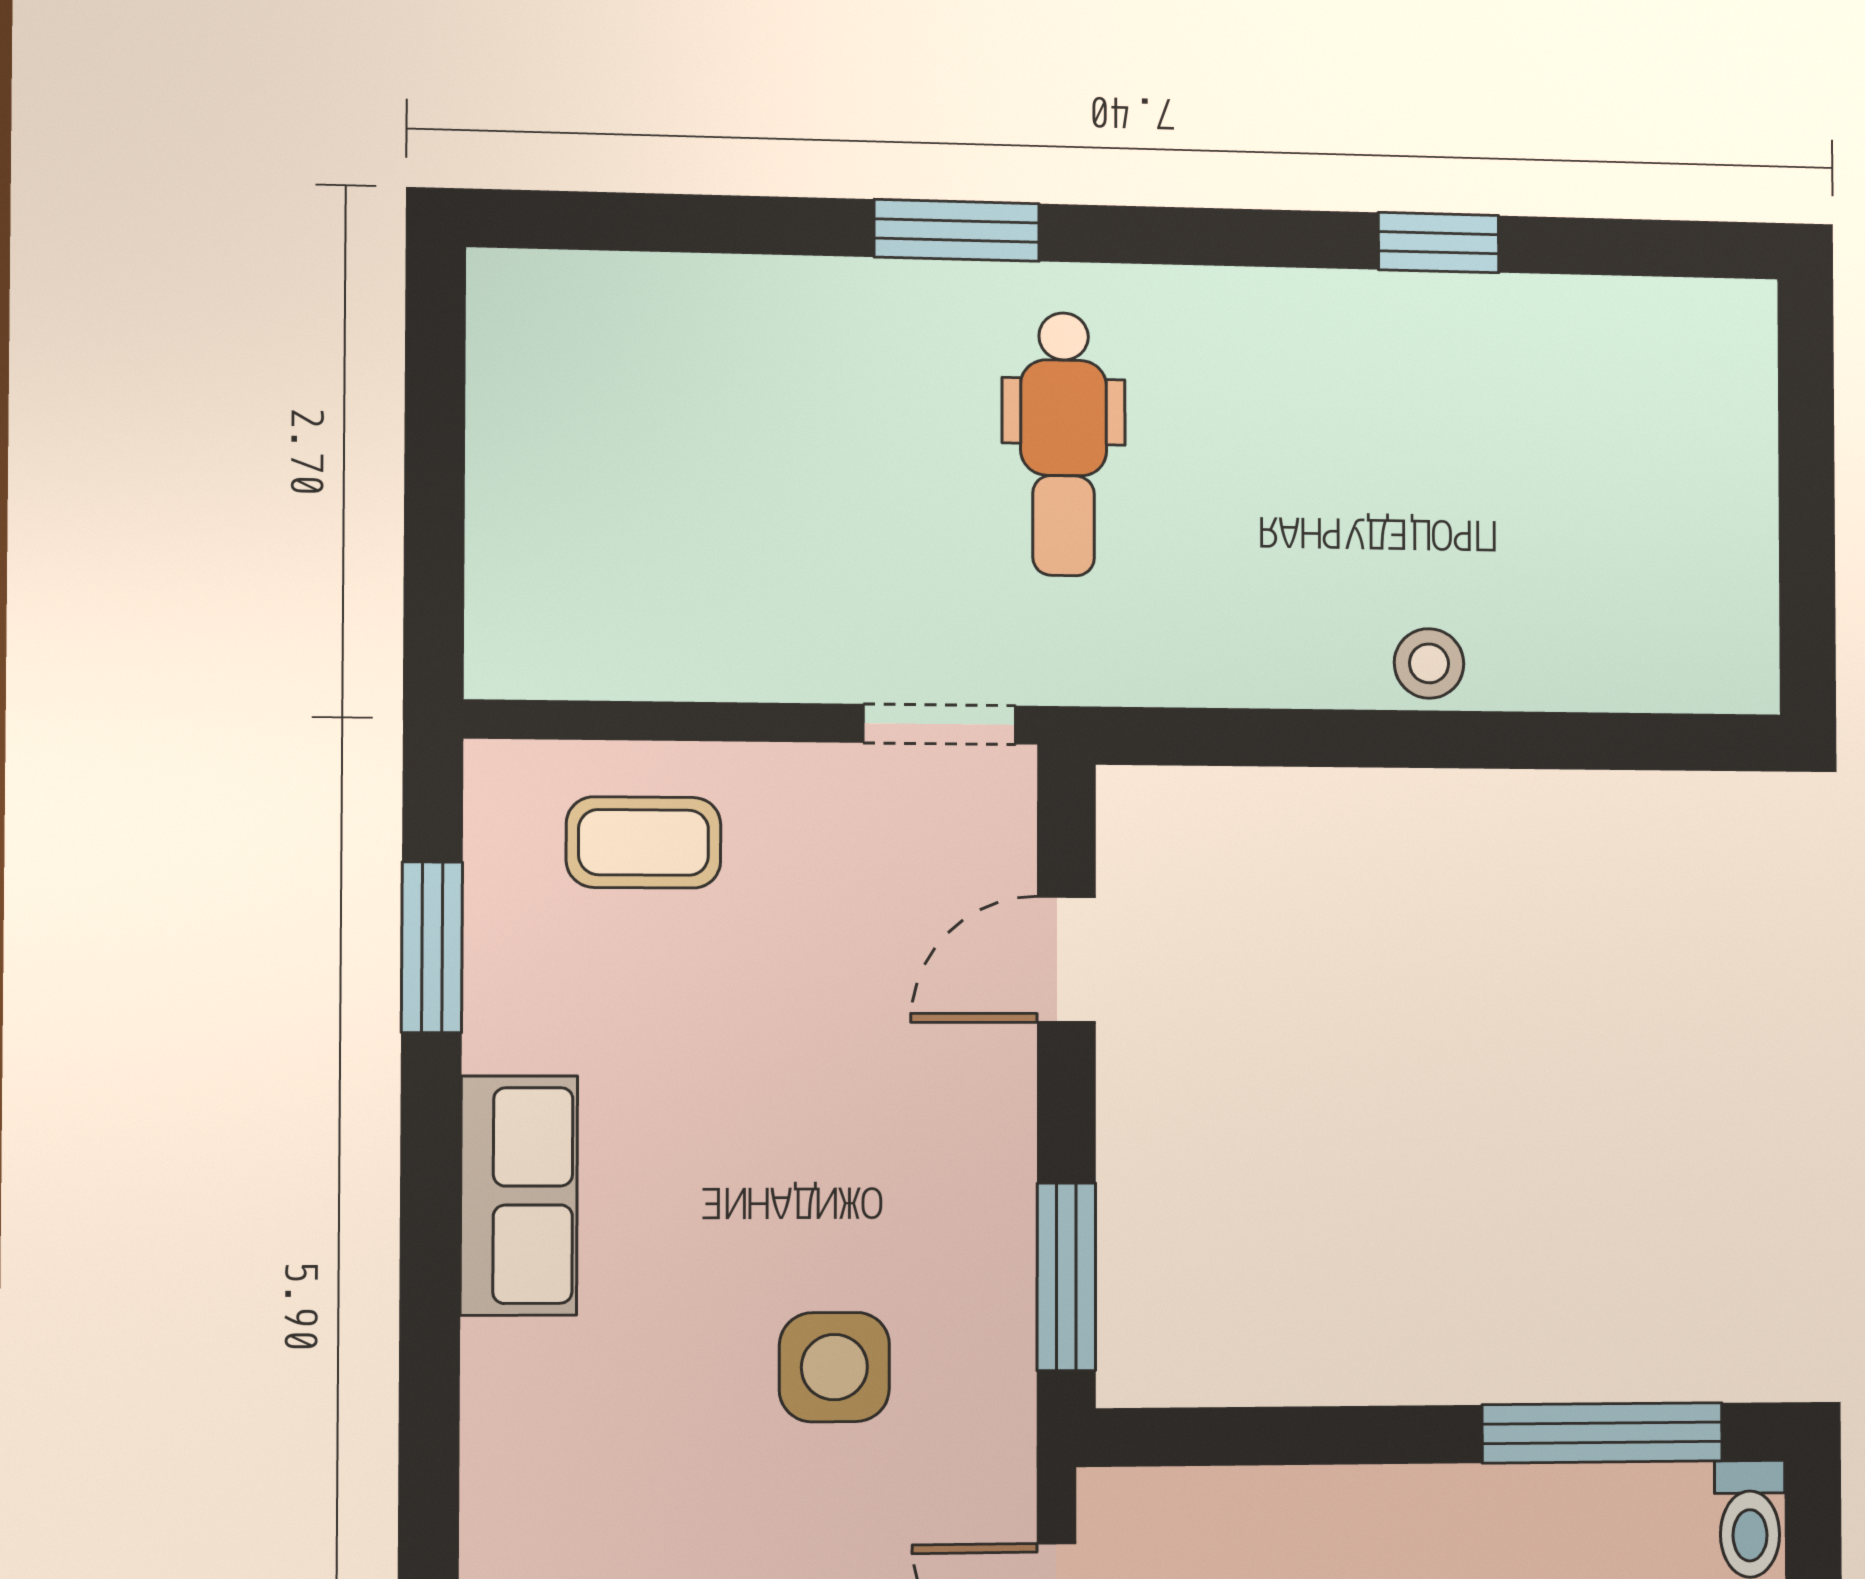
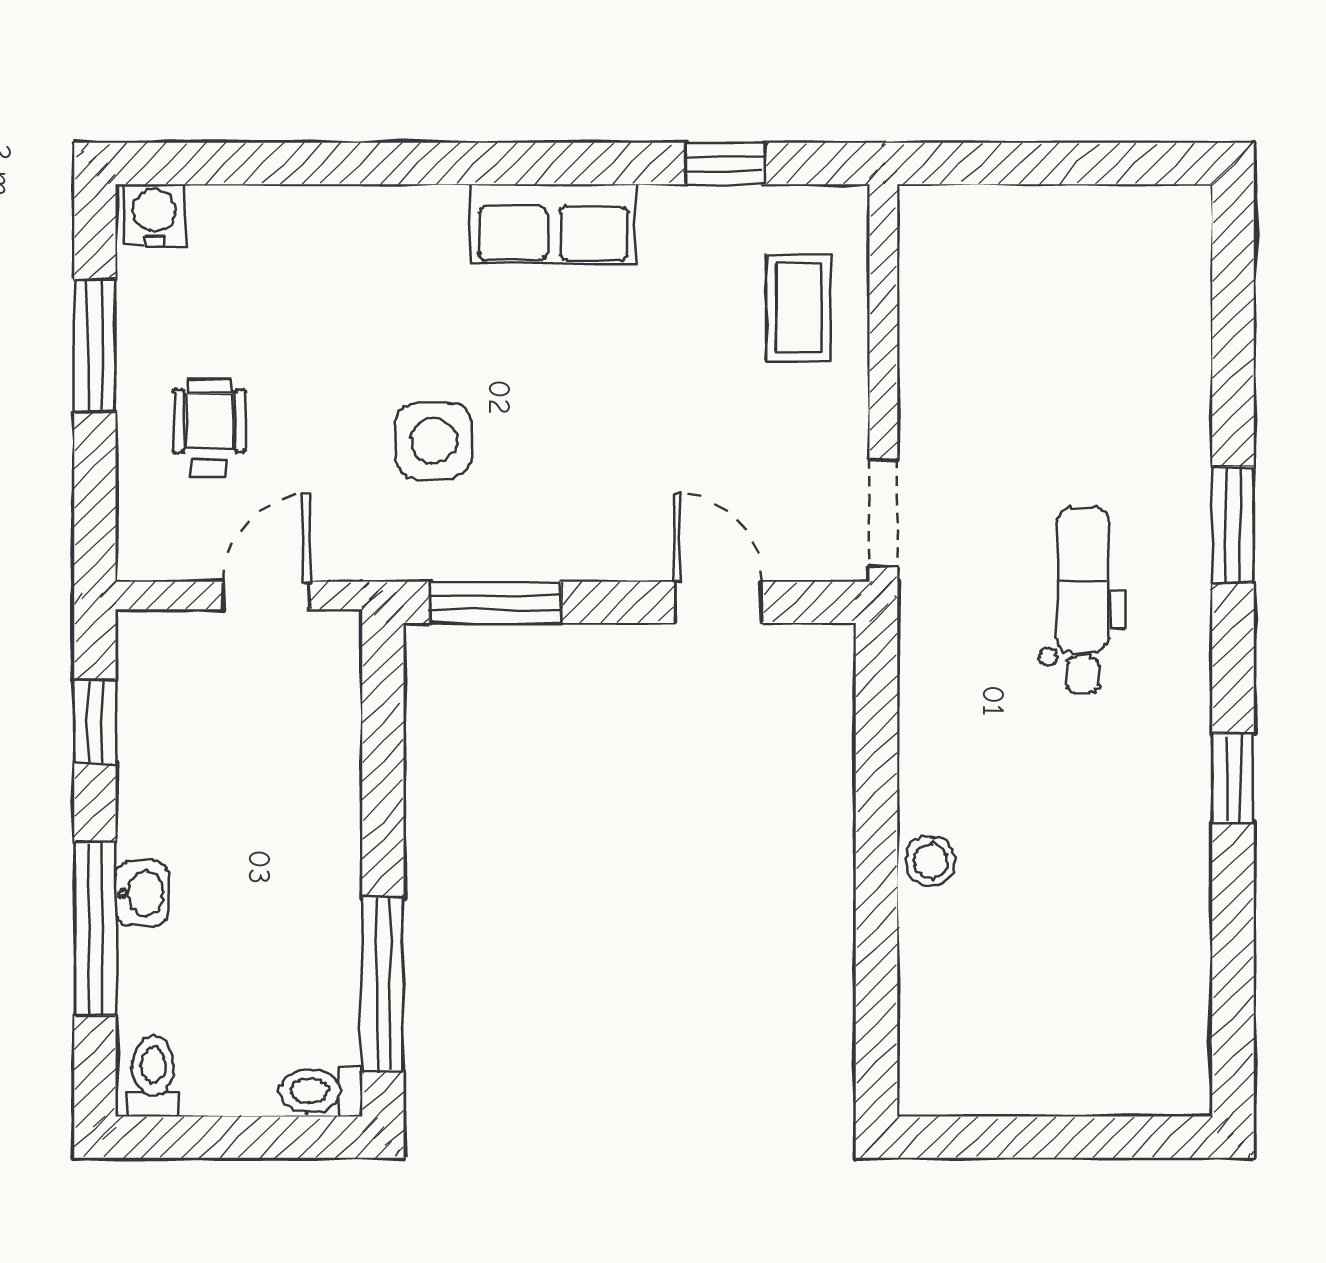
window: (1439, 243) -> (1233, 778), moved
dental chair: (1064, 444) -> (1083, 600), turned 90
window: (432, 947) -> (725, 164), width x0.67

